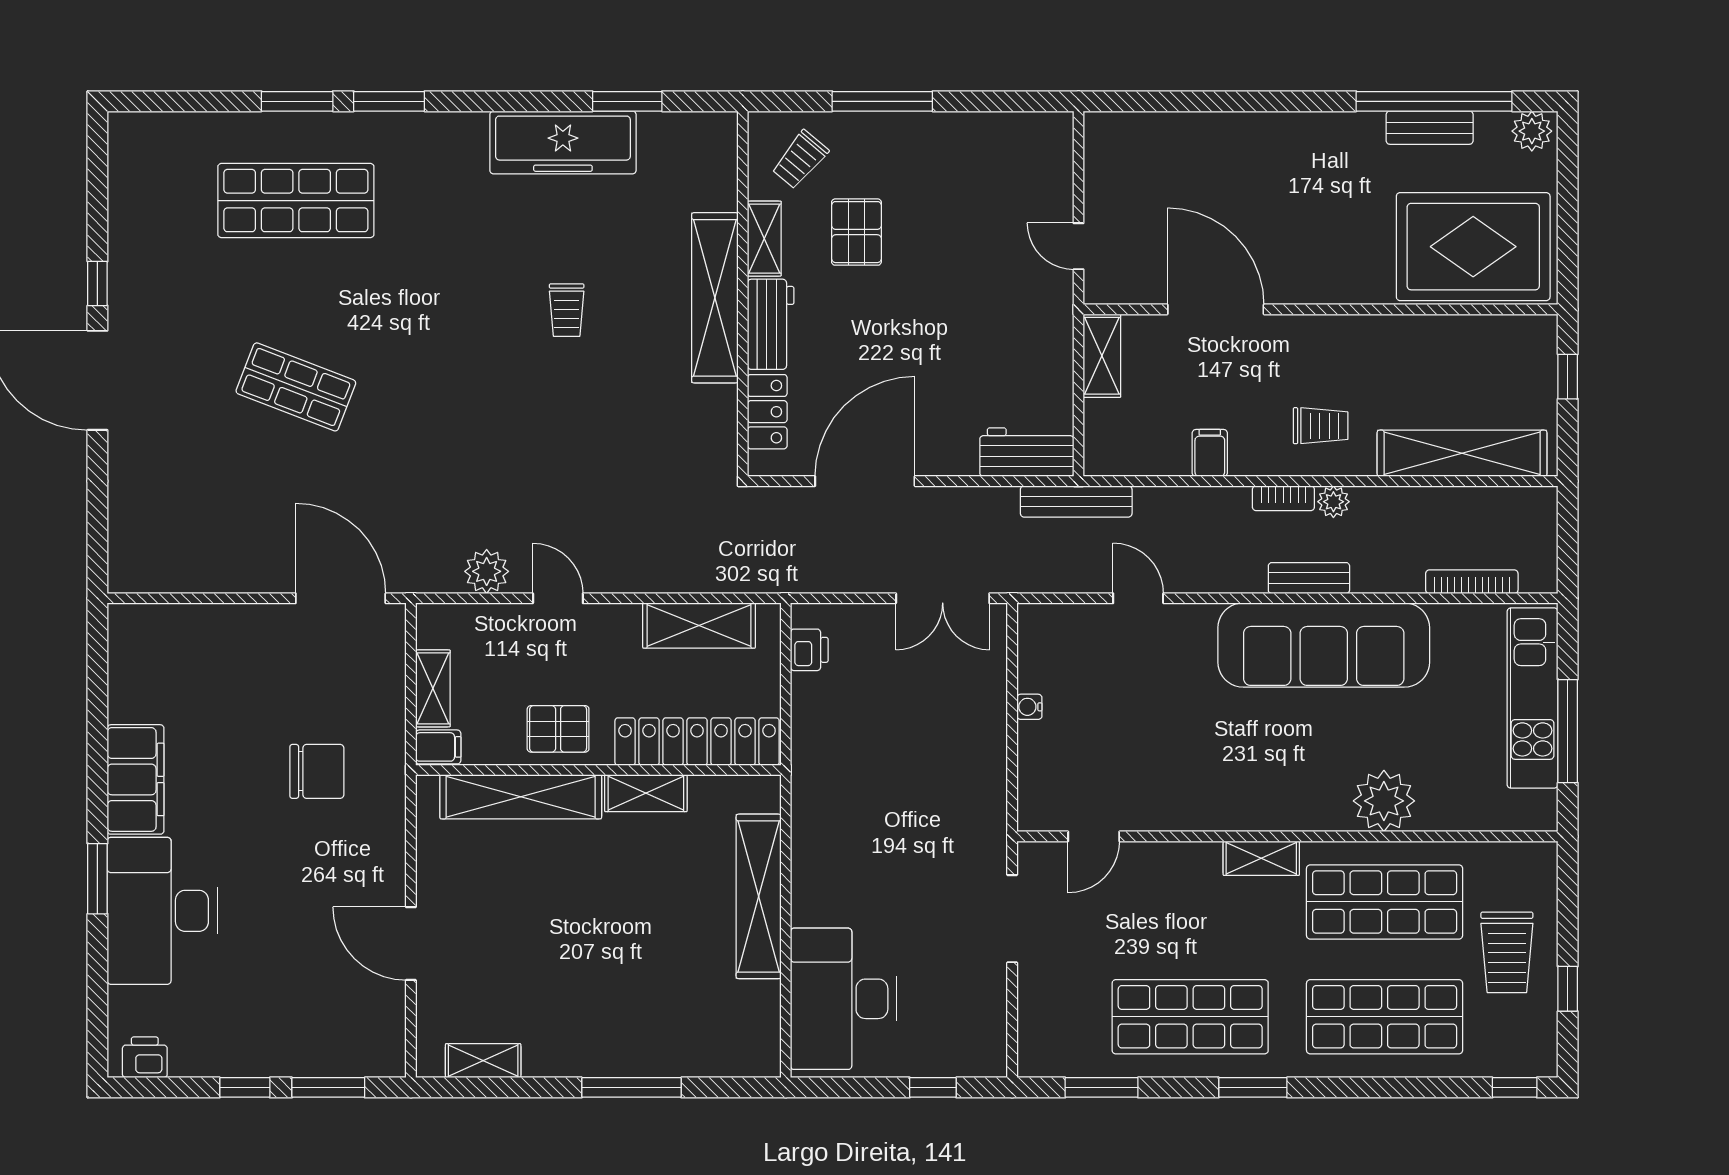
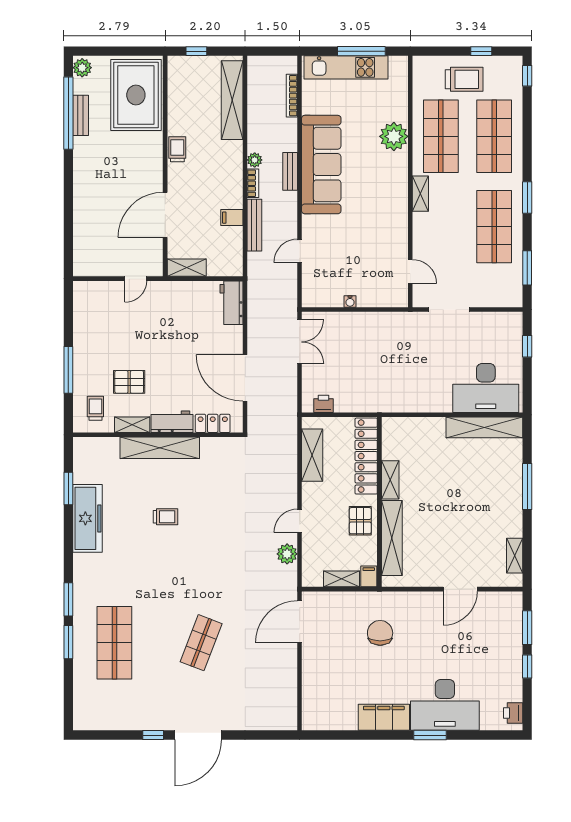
trolley: (800, 160) -> (95, 408), turned -130
trolley: (1321, 426) -> (177, 149), moved
bench: (1076, 501) -> (254, 225), moved
shelving: (759, 896) -> (484, 427), moved

